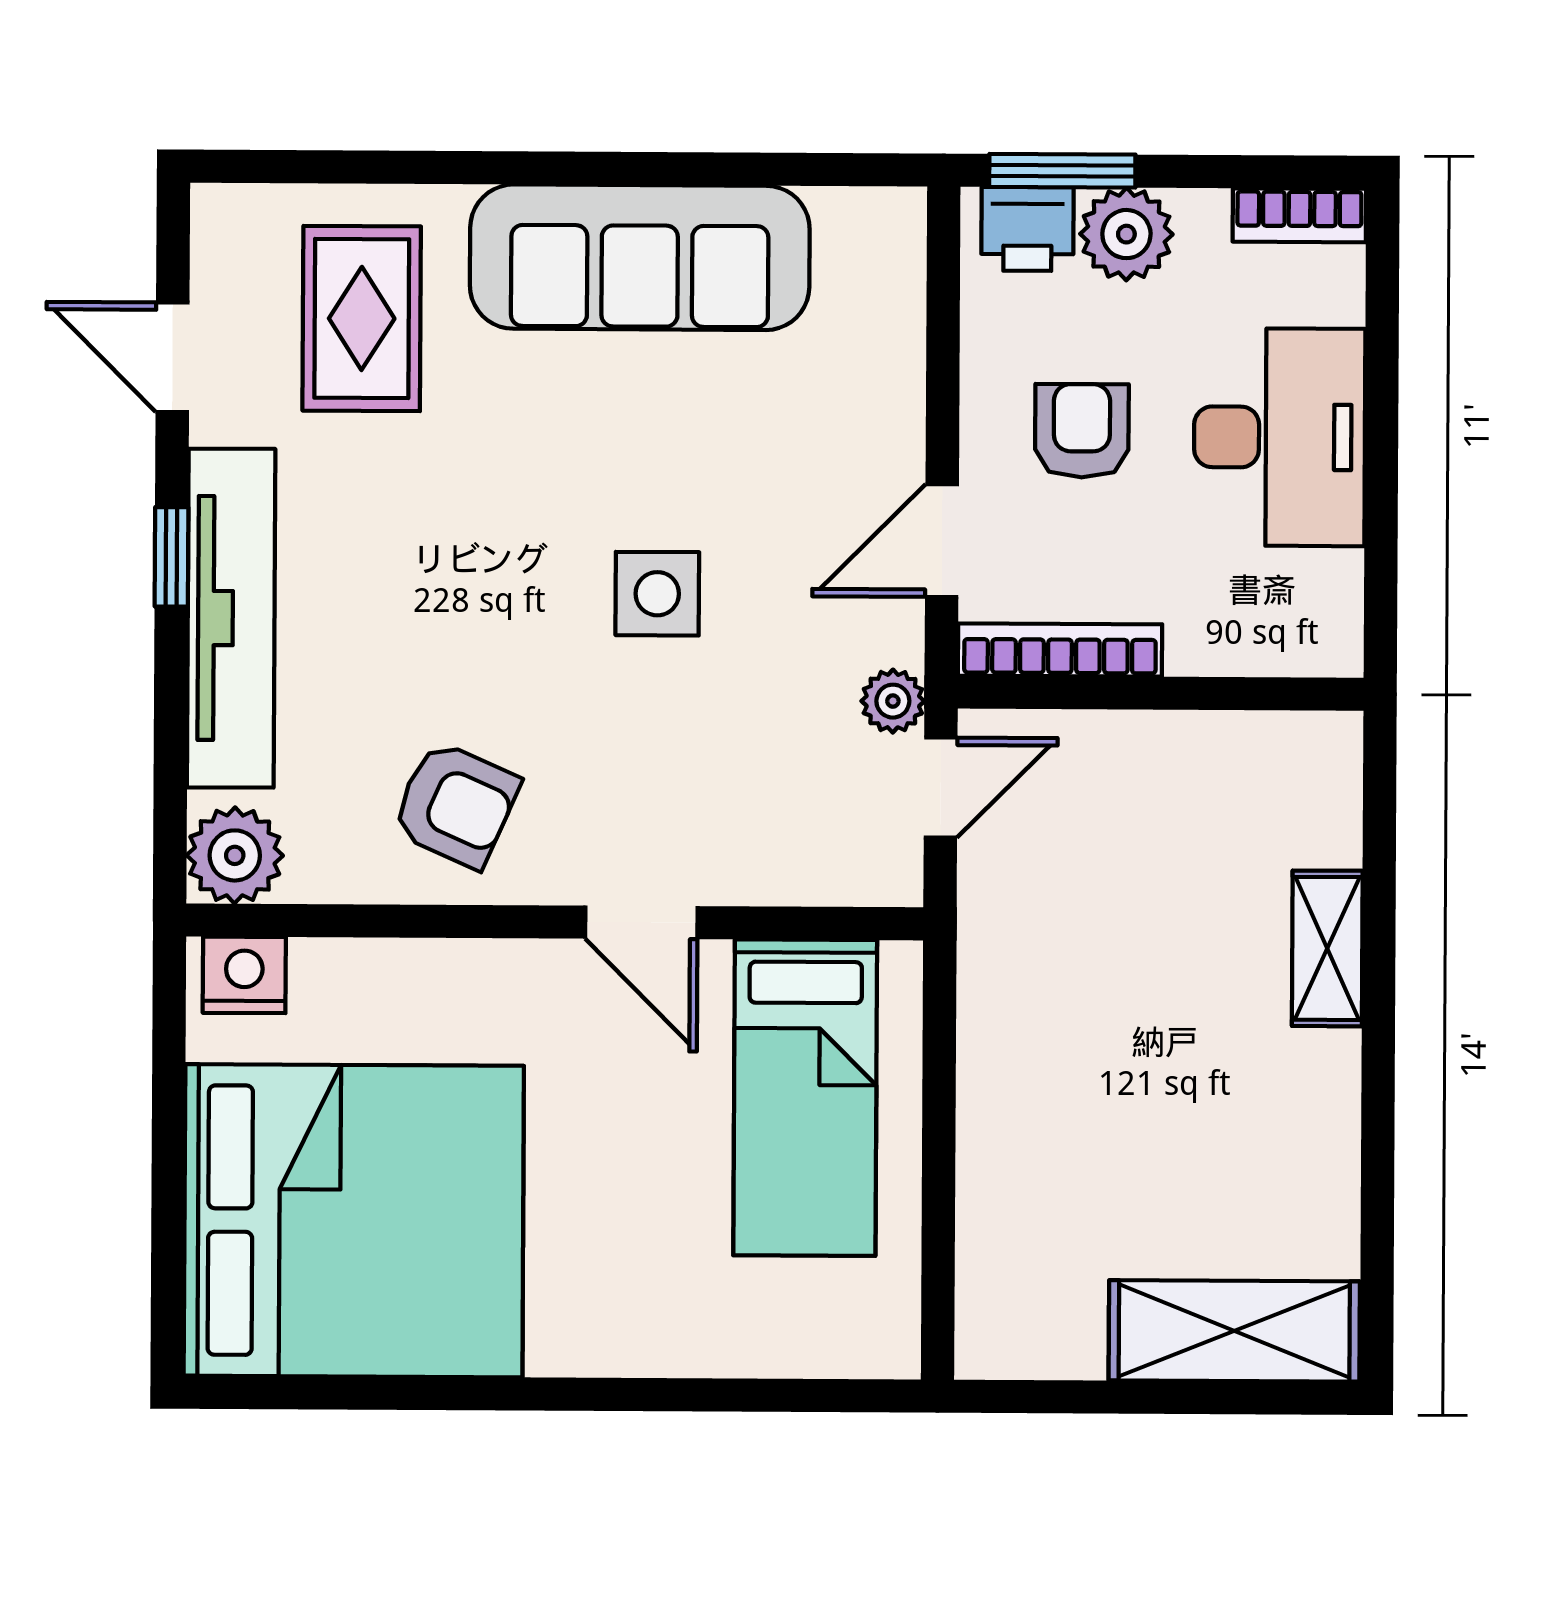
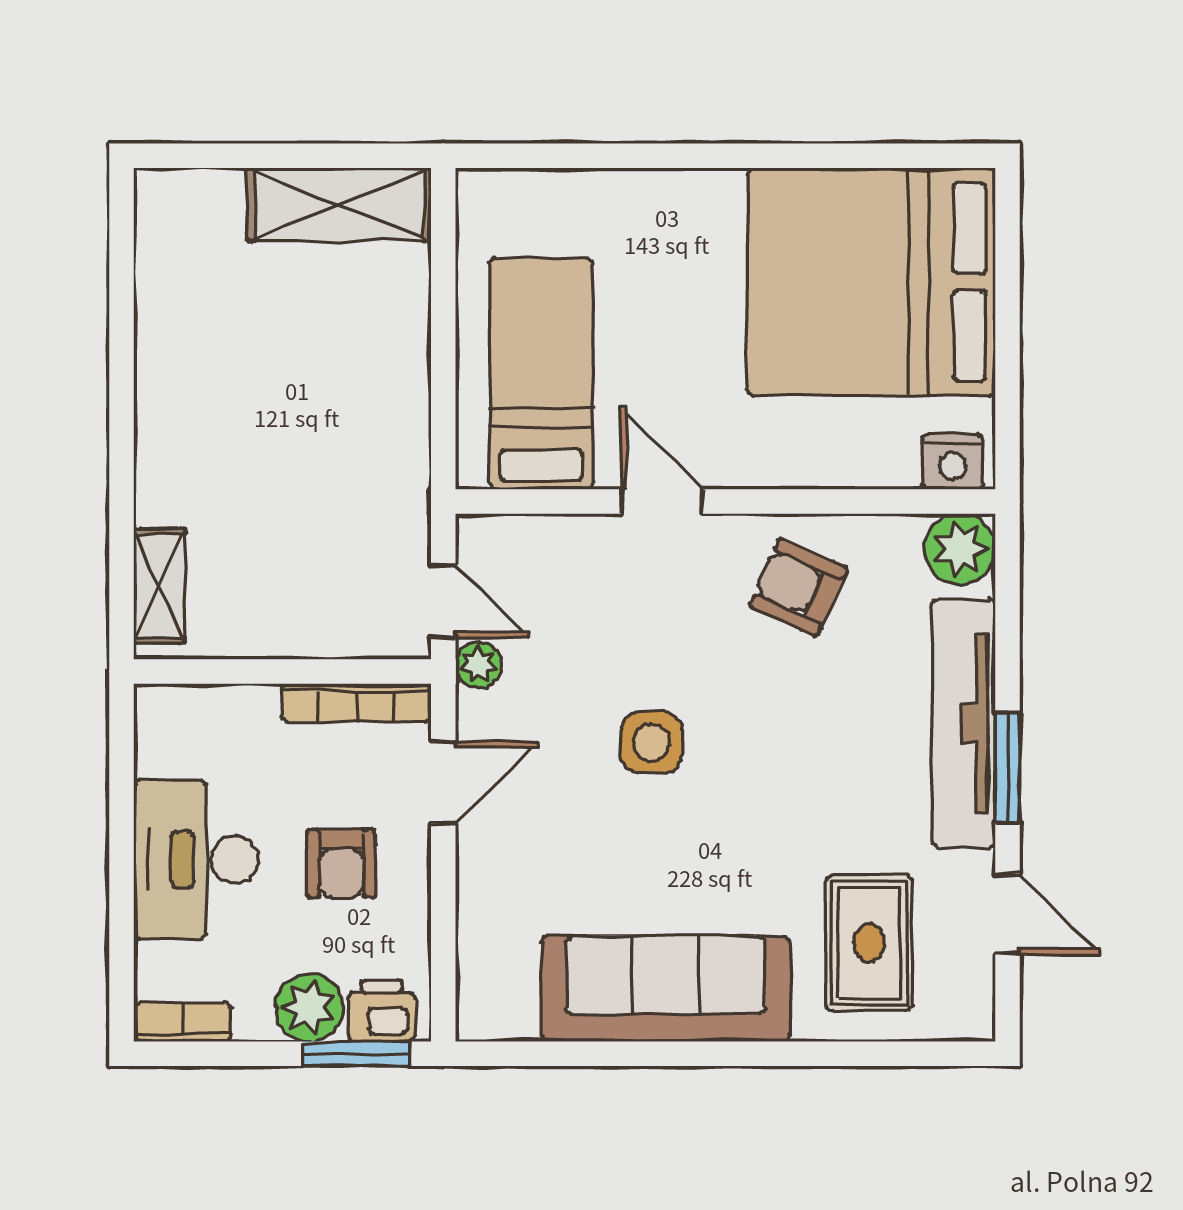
window: (171, 557) -> (1008, 768), width x1.50
door: (941, 788) -> (443, 601), swing flipped
shelving: (1327, 948) -> (159, 586), moved
shelving: (1234, 1331) -> (339, 205), moved

